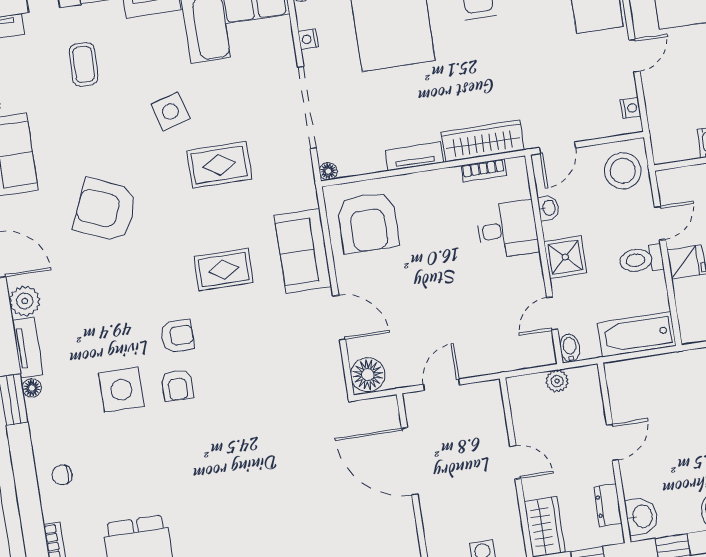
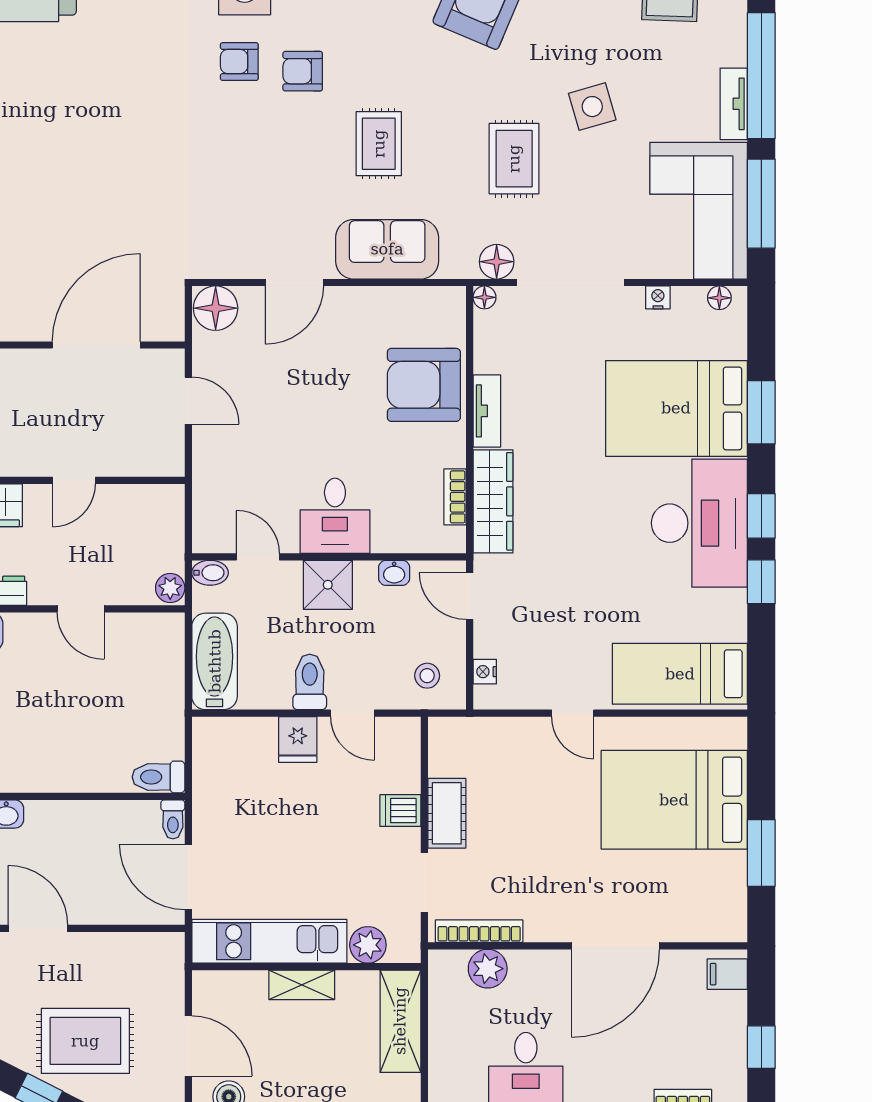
nightstand: (631, 108) -> (485, 672), moved, turned 90
floor lamp: (300, 166) -> (497, 262), added
stool: (623, 171) -> (427, 676), width x0.53, depth x0.53
armchair: (368, 222) -> (424, 385), moved
desk: (507, 229) -> (335, 516), moved
armchair: (177, 336) -> (303, 71), turned 90
plant: (557, 381) -> (170, 588), moved

